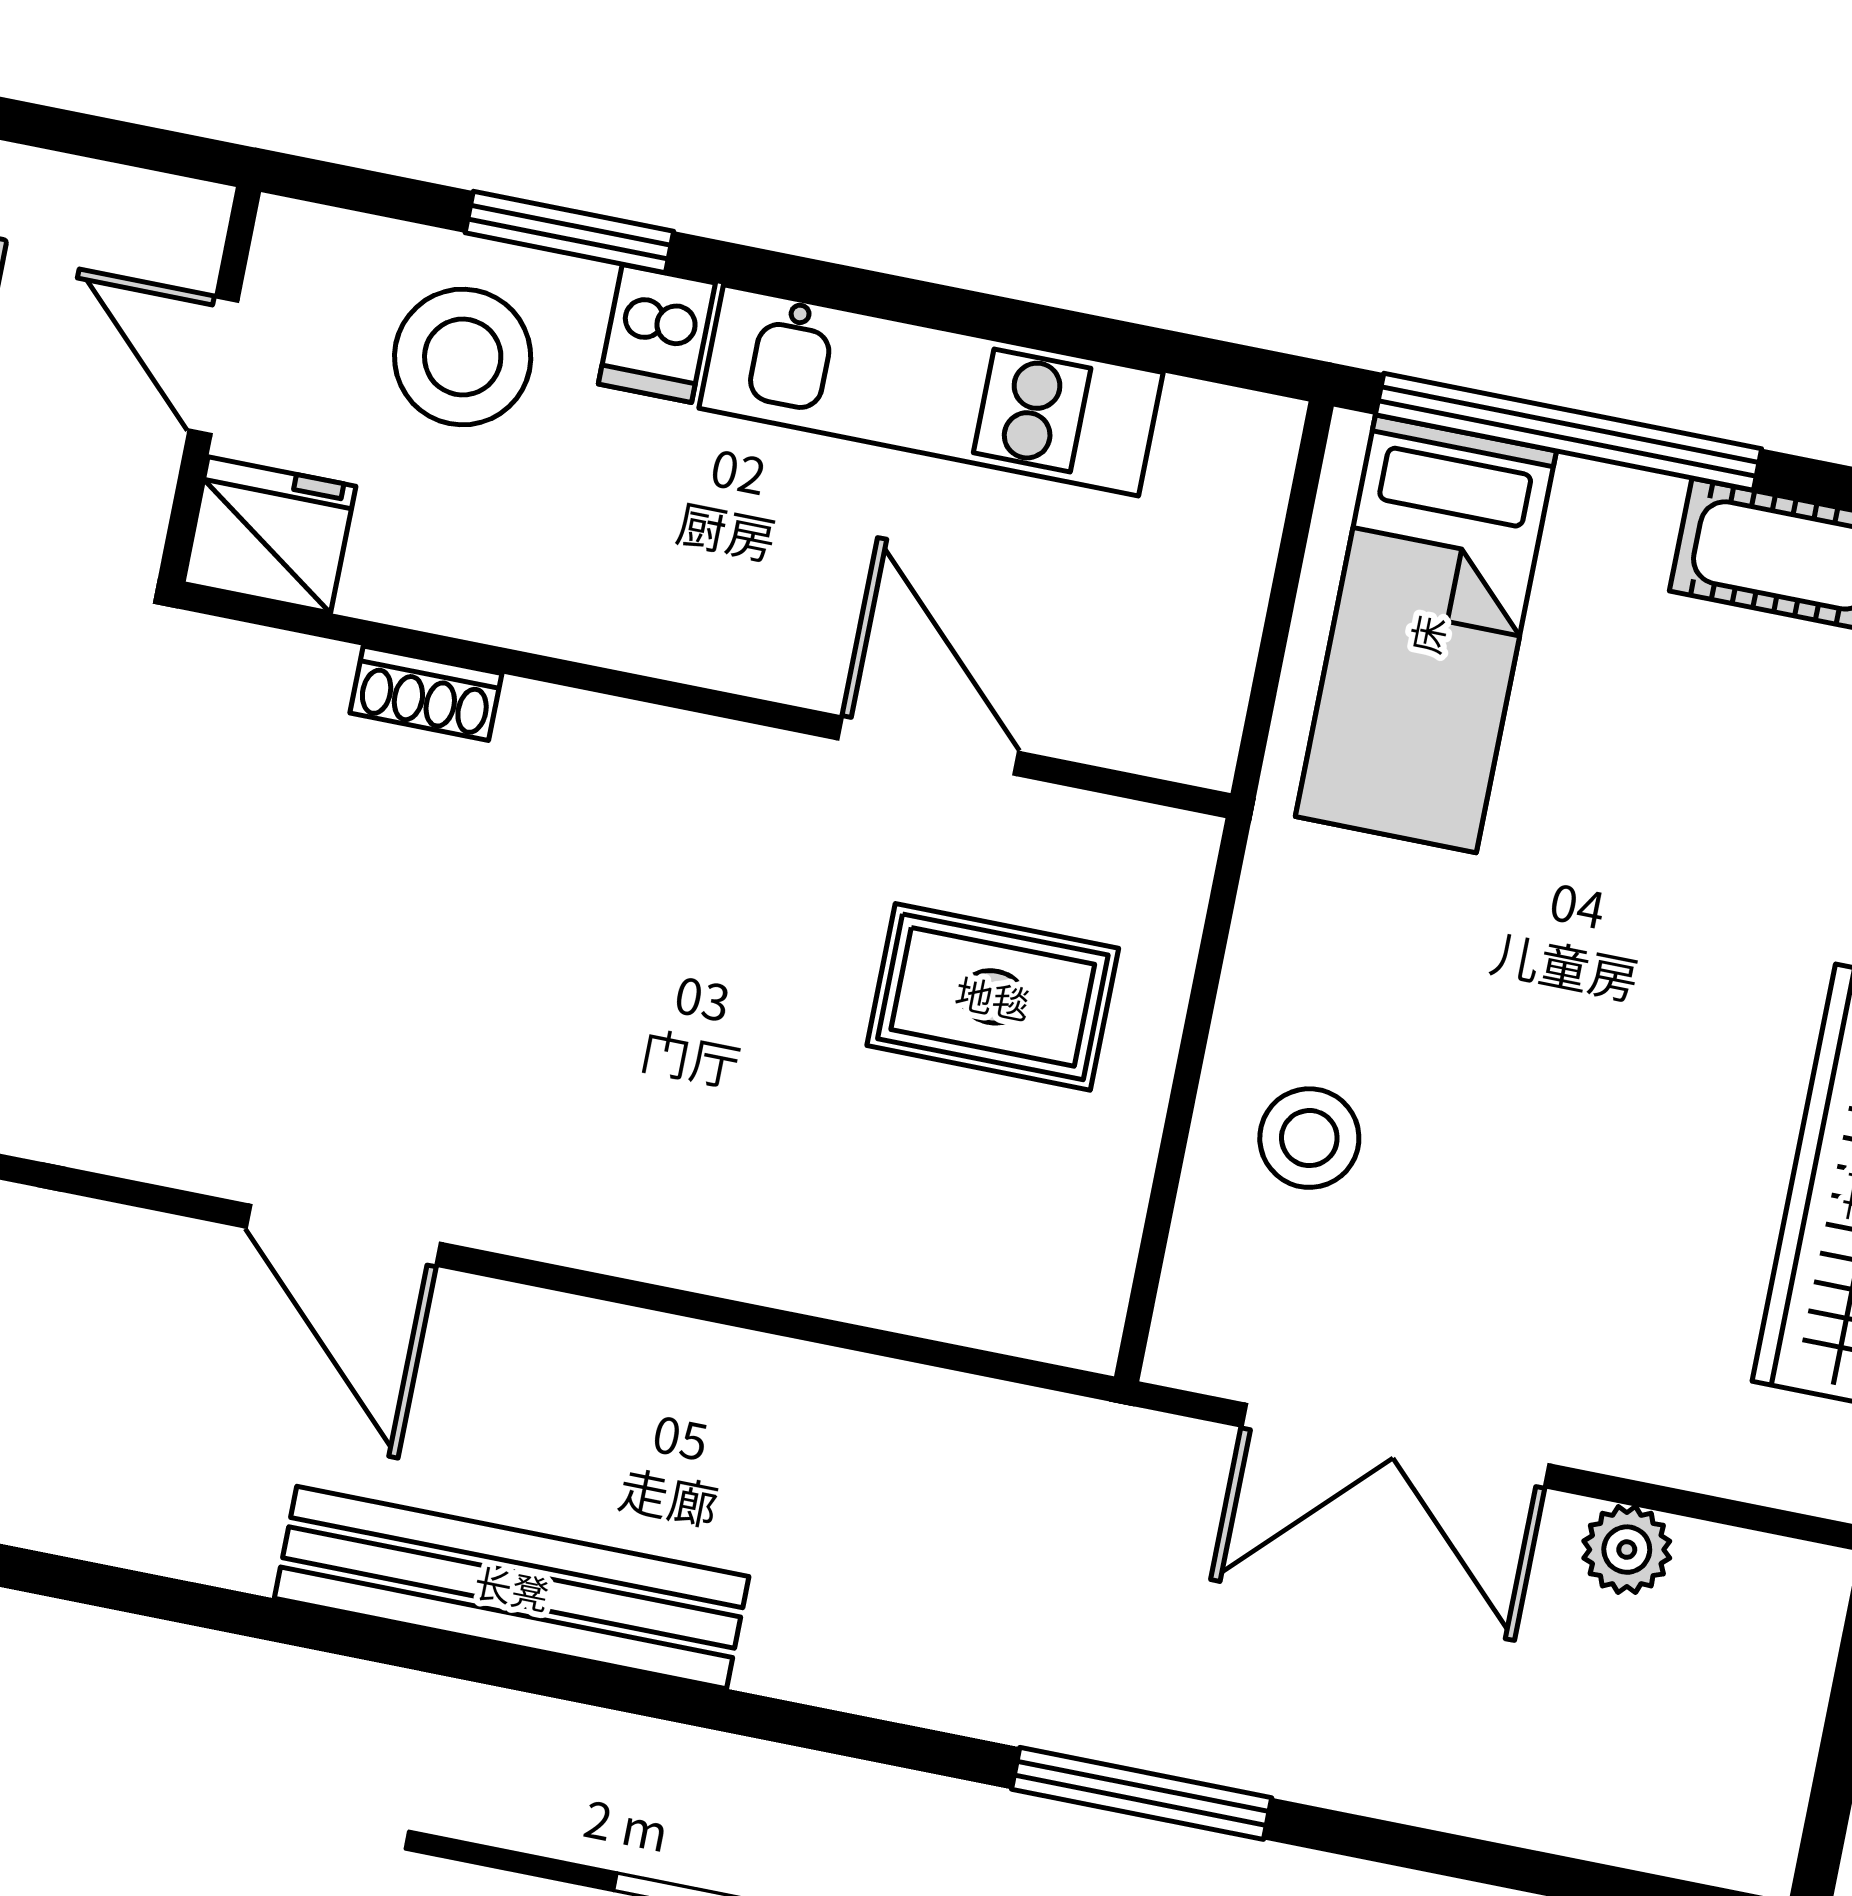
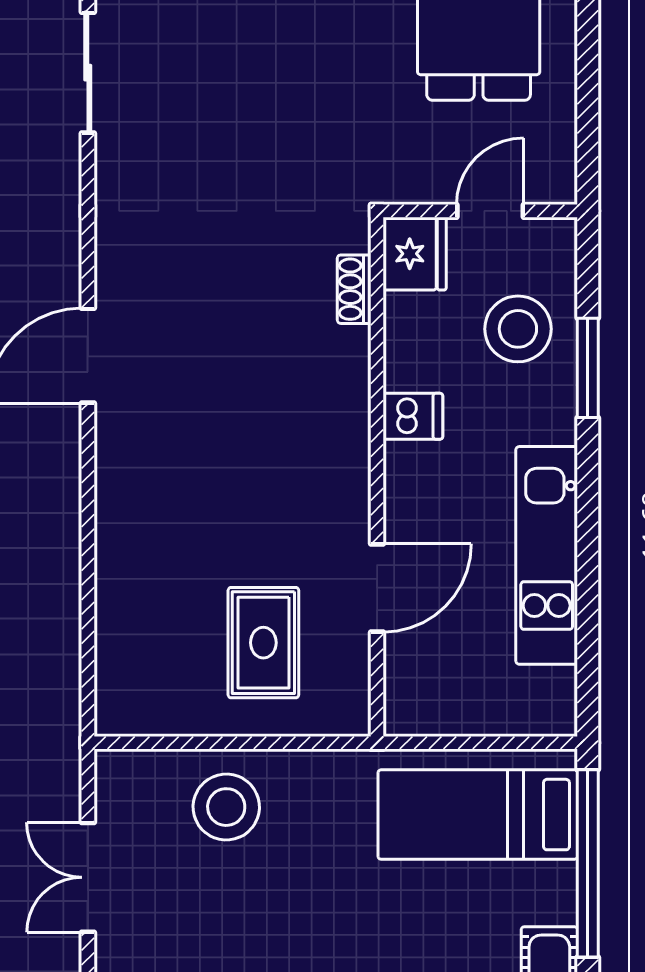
dishwasher: (657, 333) -> (413, 416), moved, turned 180
shoe rack: (426, 693) -> (354, 289), moved
stool: (1309, 1138) -> (226, 807), width x1.38, depth x1.38
double door: (1395, 1446) -> (88, 877), width x0.73

